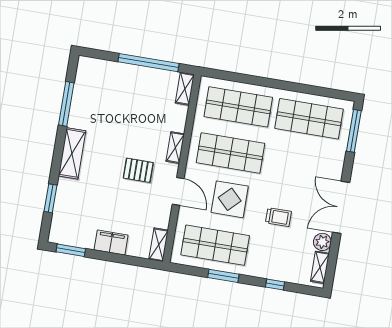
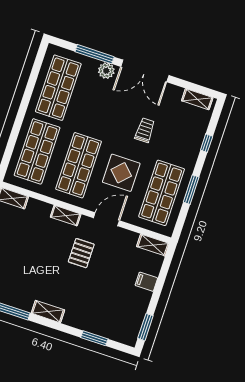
window: (354, 131) -> (95, 54), moved
shelving: (72, 153) -> (48, 312), width x0.67, depth x0.75
plant: (322, 242) -> (106, 71), moved
filing cabinet: (111, 243) -> (146, 282), width x0.50

